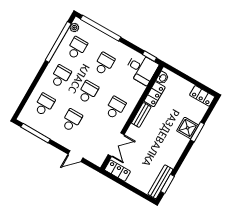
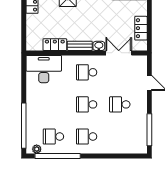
window: (149, 56) -> (24, 68), removed
school desk: (104, 64) -> (53, 104), removed
desk: (141, 69) -> (44, 69), width x1.37
washbasin: (163, 78) -> (99, 46), moved
school desk: (44, 105) -> (120, 137), removed
locker: (117, 171) -> (141, 28), moved

